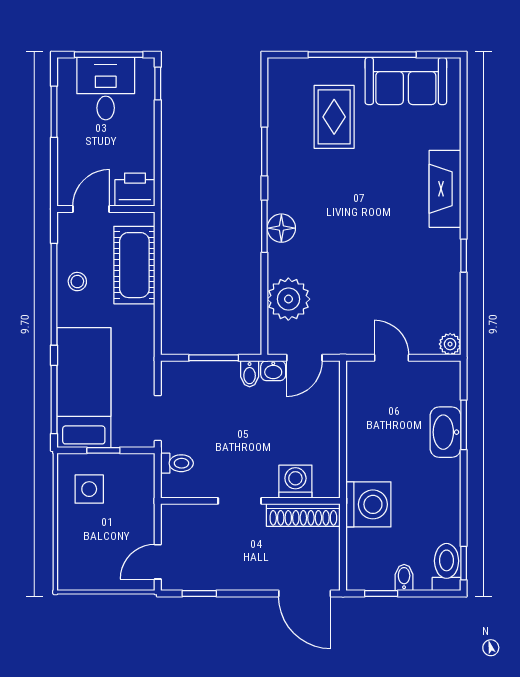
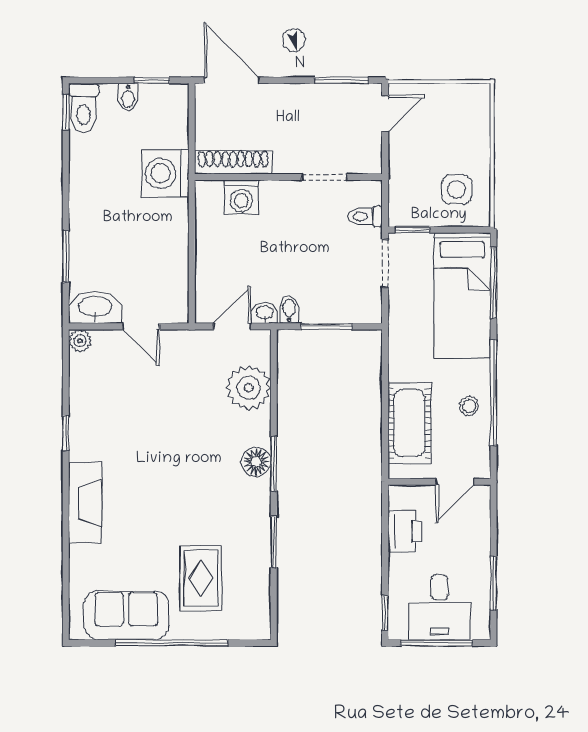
printer: (135, 190) -> (405, 531), moved, turned -90
washbasin: (445, 432) -> (95, 307), moved, turned -90
window: (103, 450) -> (412, 230), moved
doorway: (240, 501) -> (324, 177), moved
window: (199, 593) -> (342, 80), width x1.50

